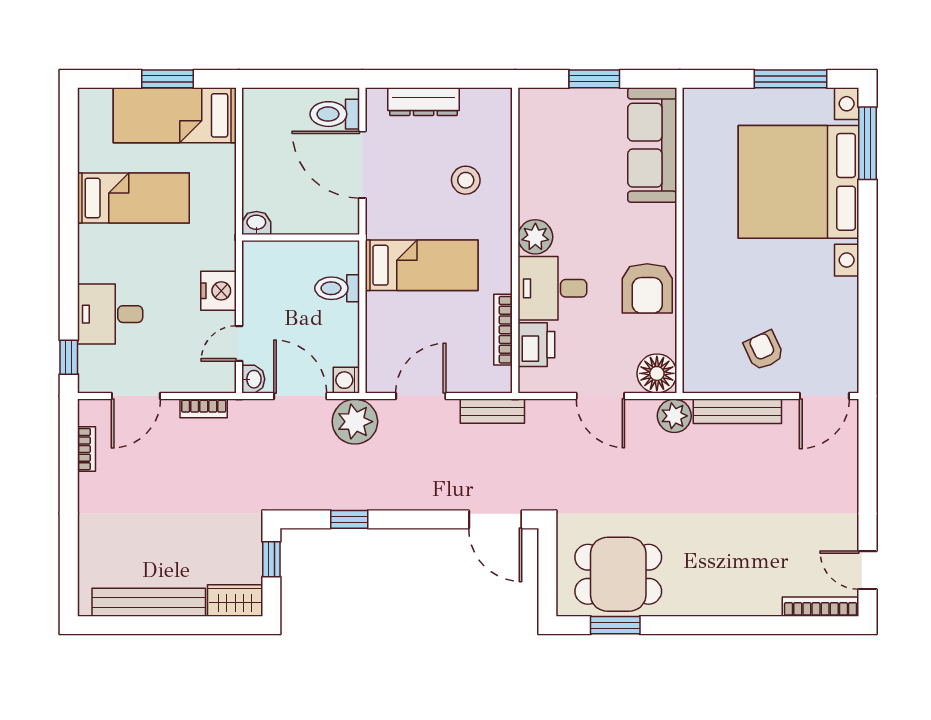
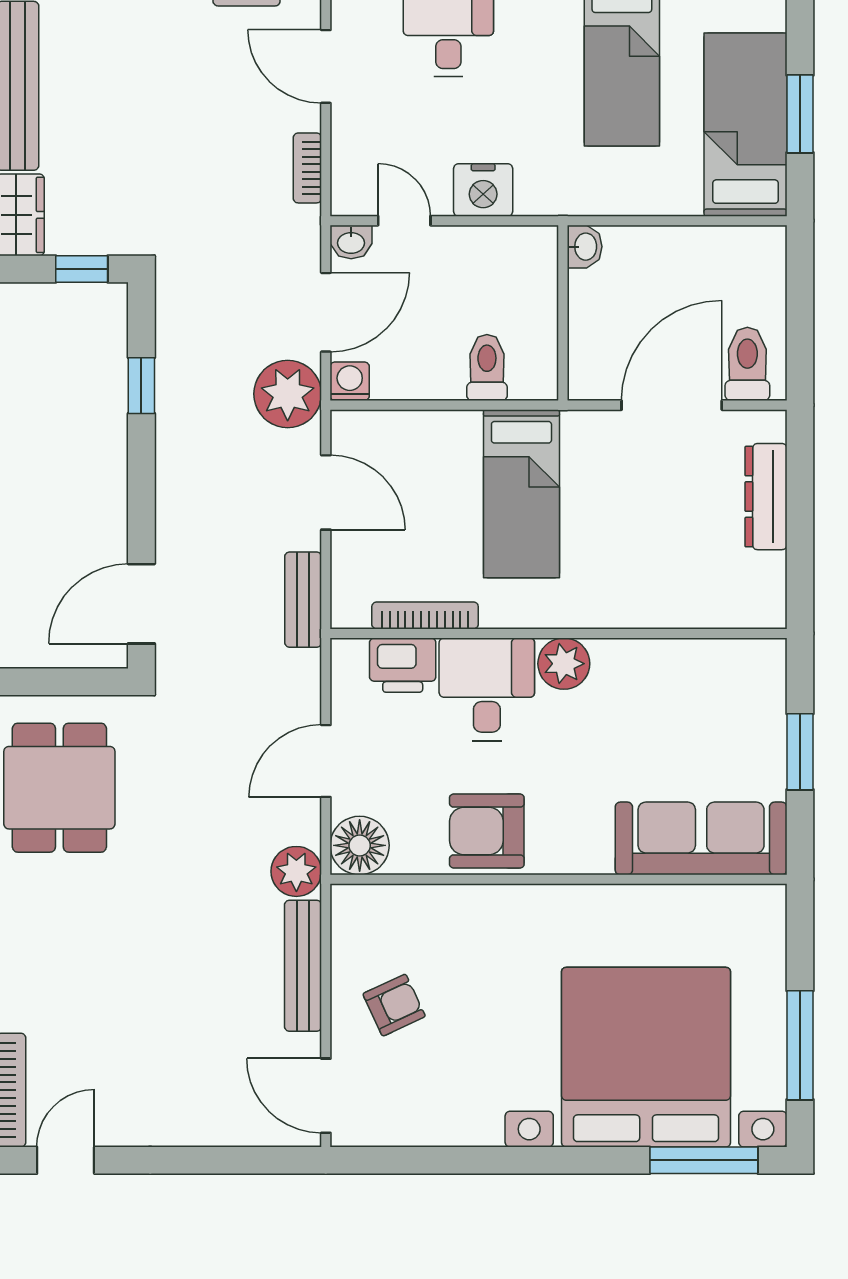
stool: (466, 180) -> (649, 560), removed

